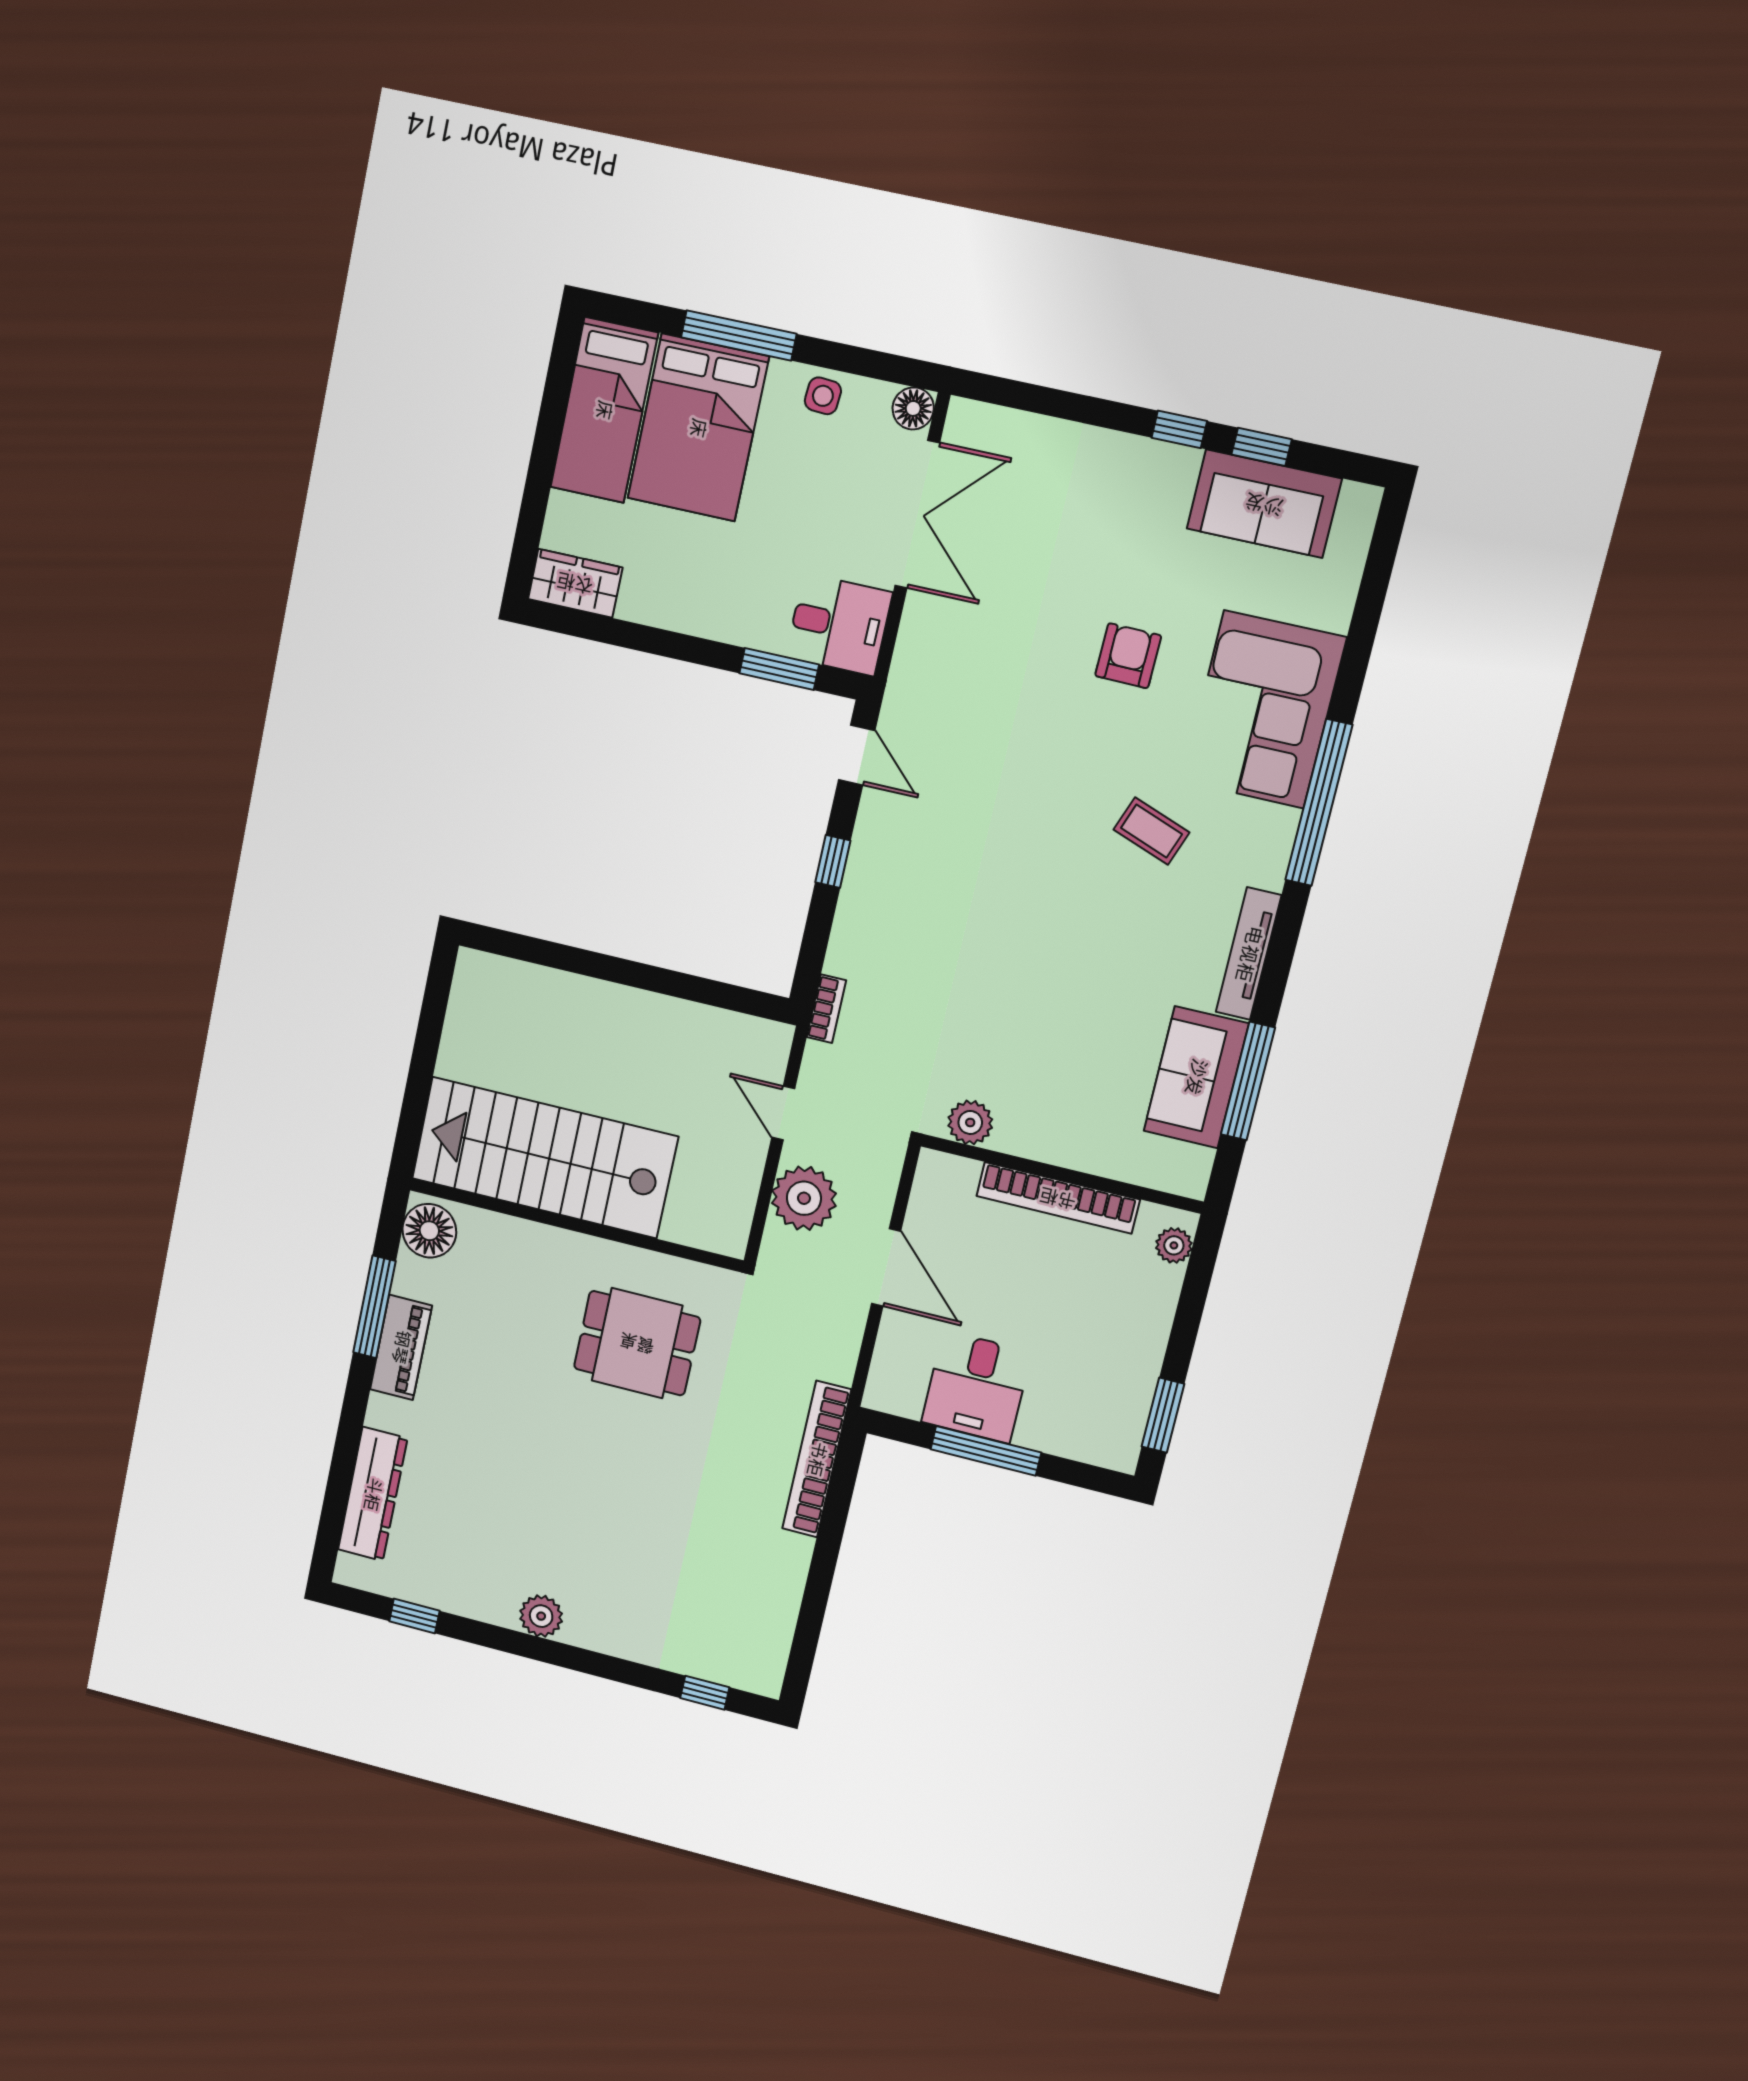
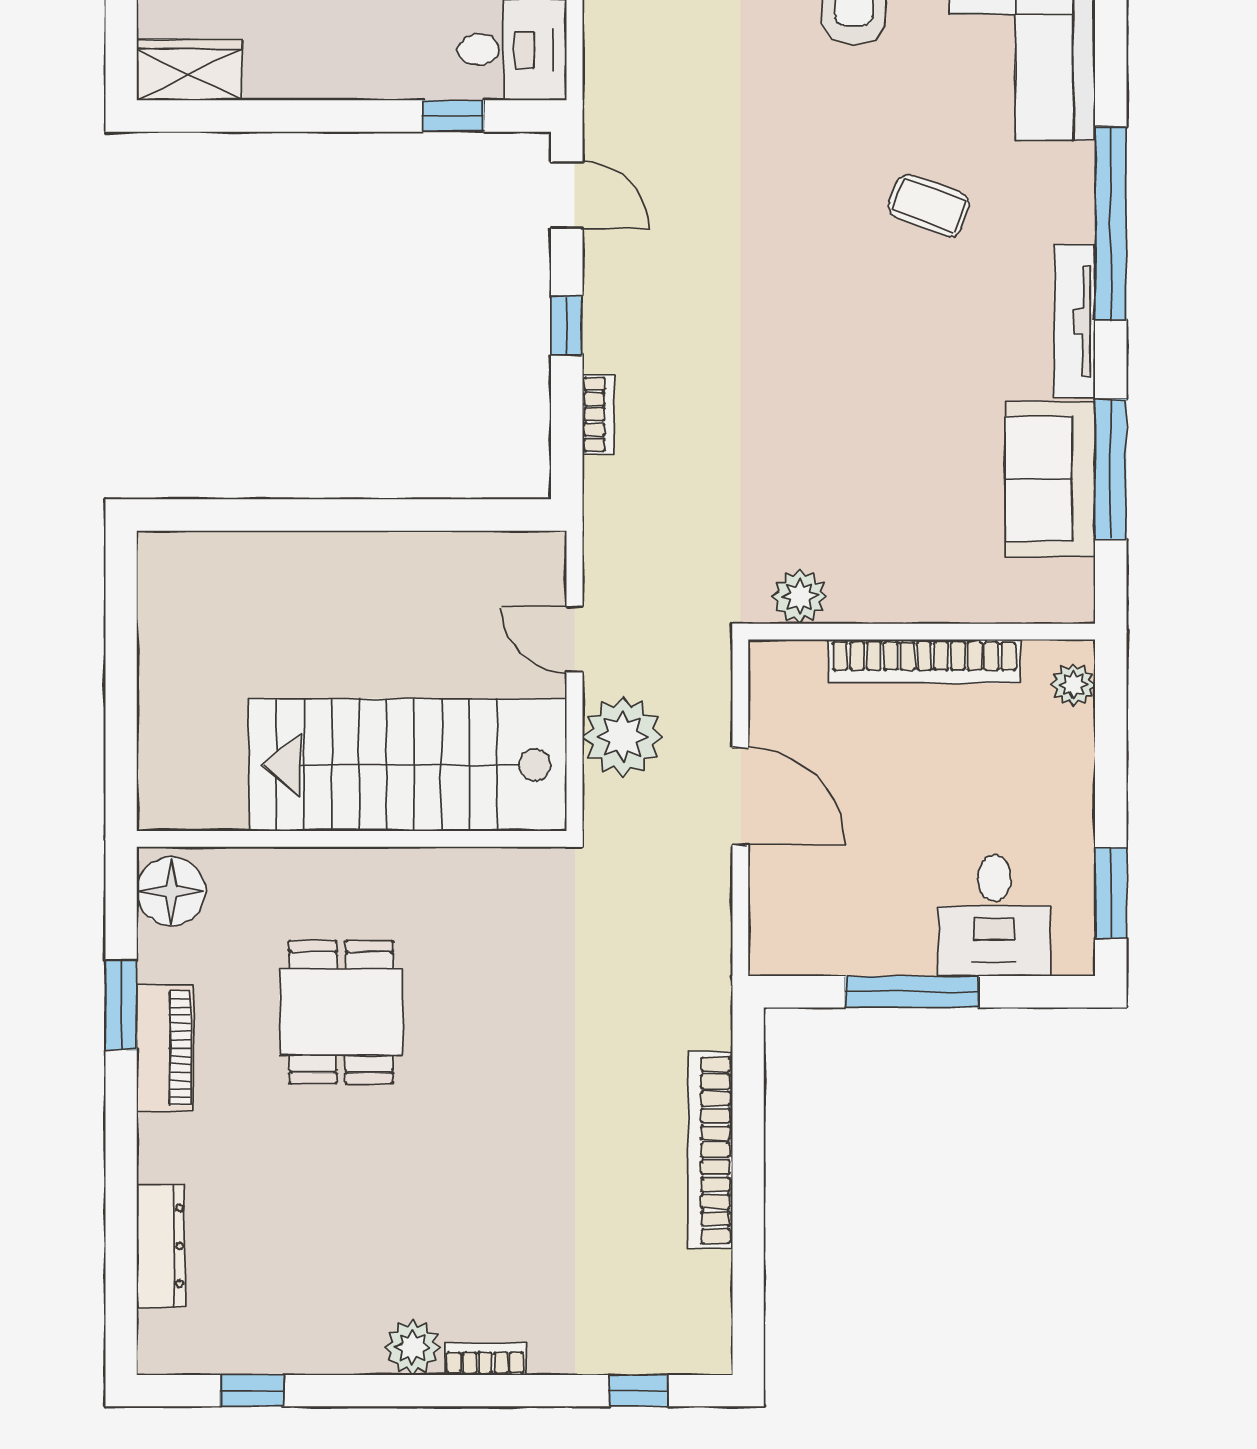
window: (779, 669) -> (453, 116), width x0.67
window: (1319, 803) -> (1111, 223), moved
bookcase: (826, 1009) -> (598, 414), moved
stairs: (544, 1158) -> (408, 765), moved
window: (374, 1307) -> (121, 1005), width x0.69
dining table: (637, 1343) -> (341, 1012), moved, turned 90
desk: (976, 1387) -> (994, 916), moved
bookcase: (817, 1459) -> (710, 1150), moved
dresser: (373, 1494) -> (161, 1246), width x0.73, depth x0.80
bookcase: (594, 1639) -> (485, 1359), added

